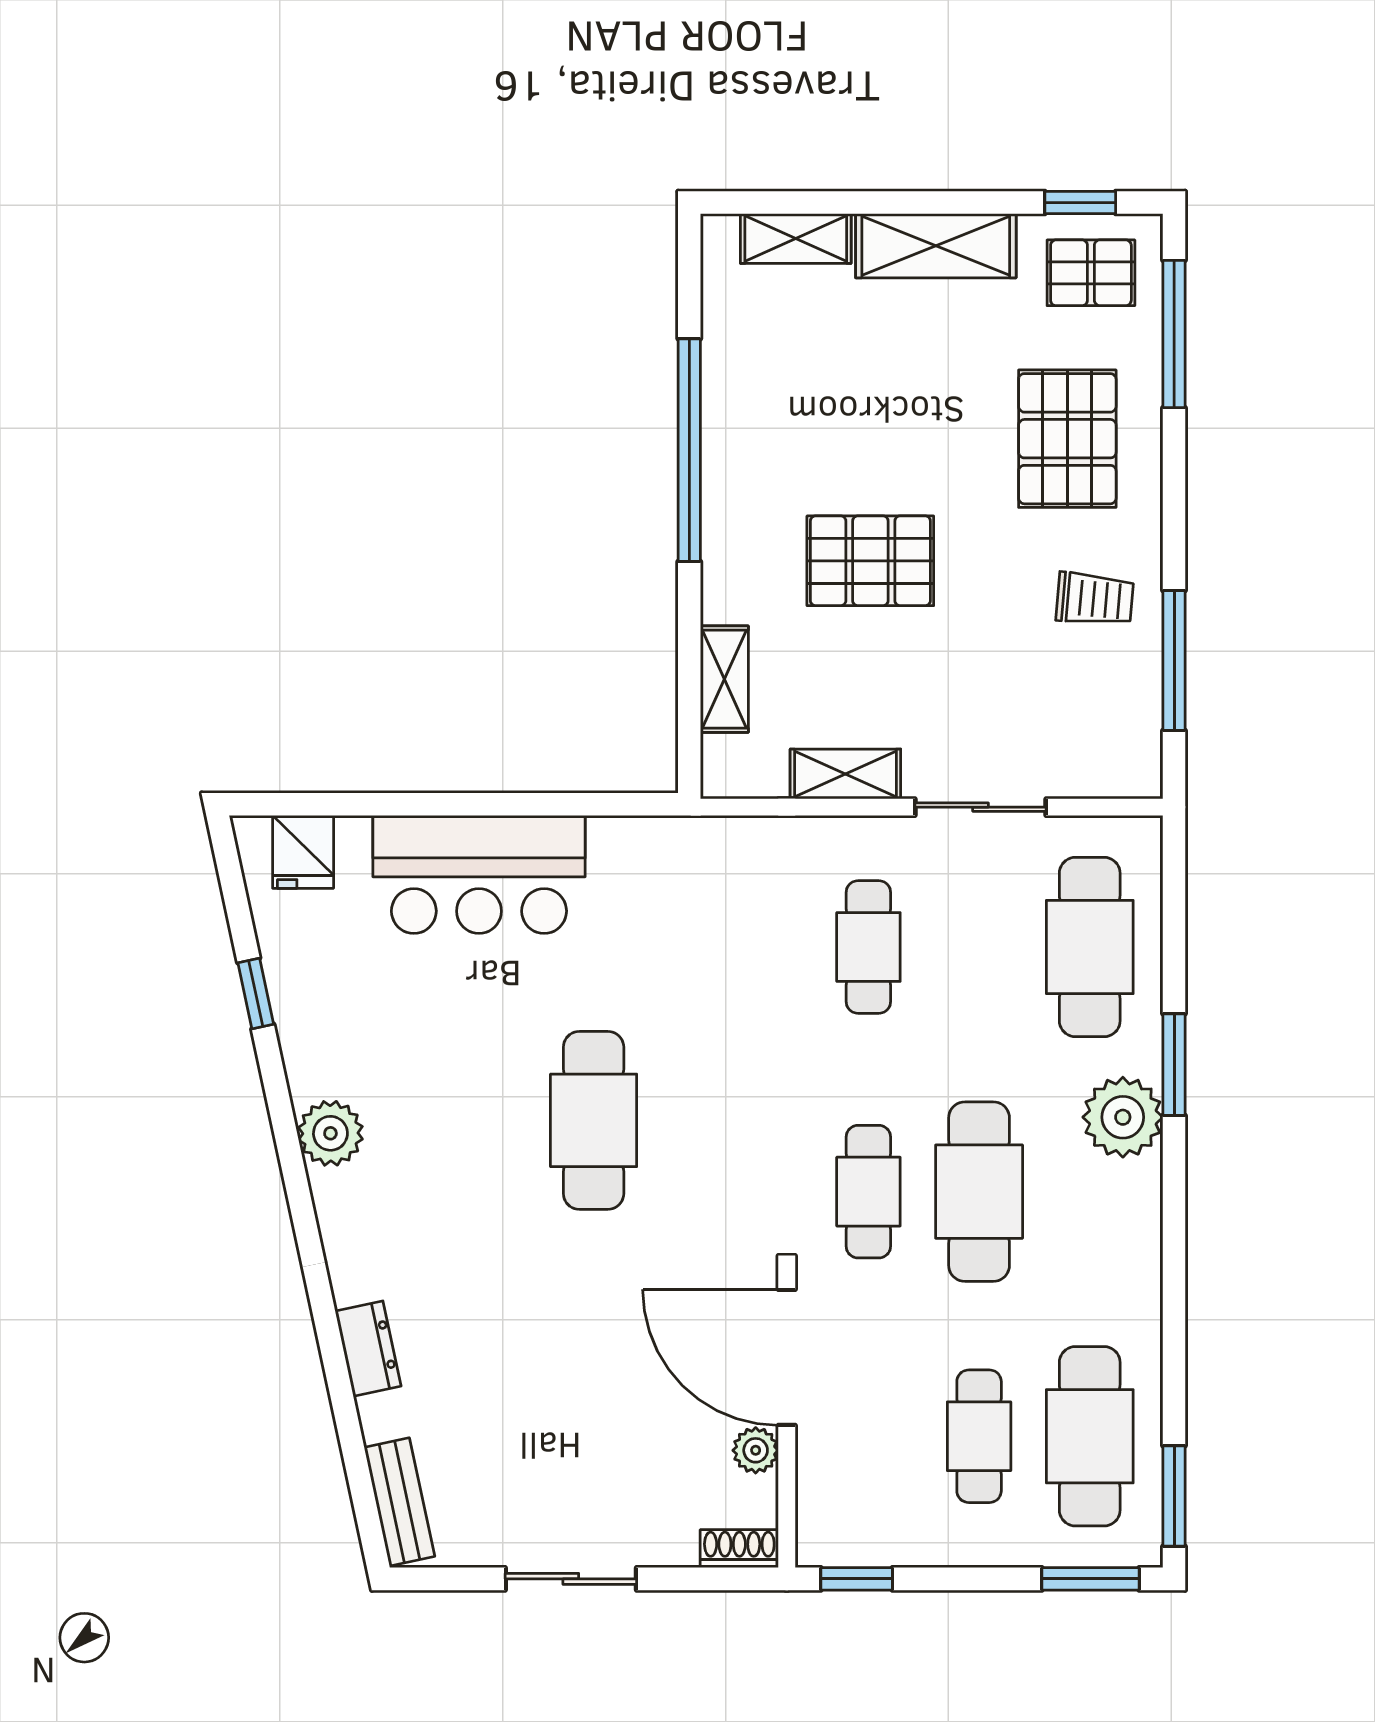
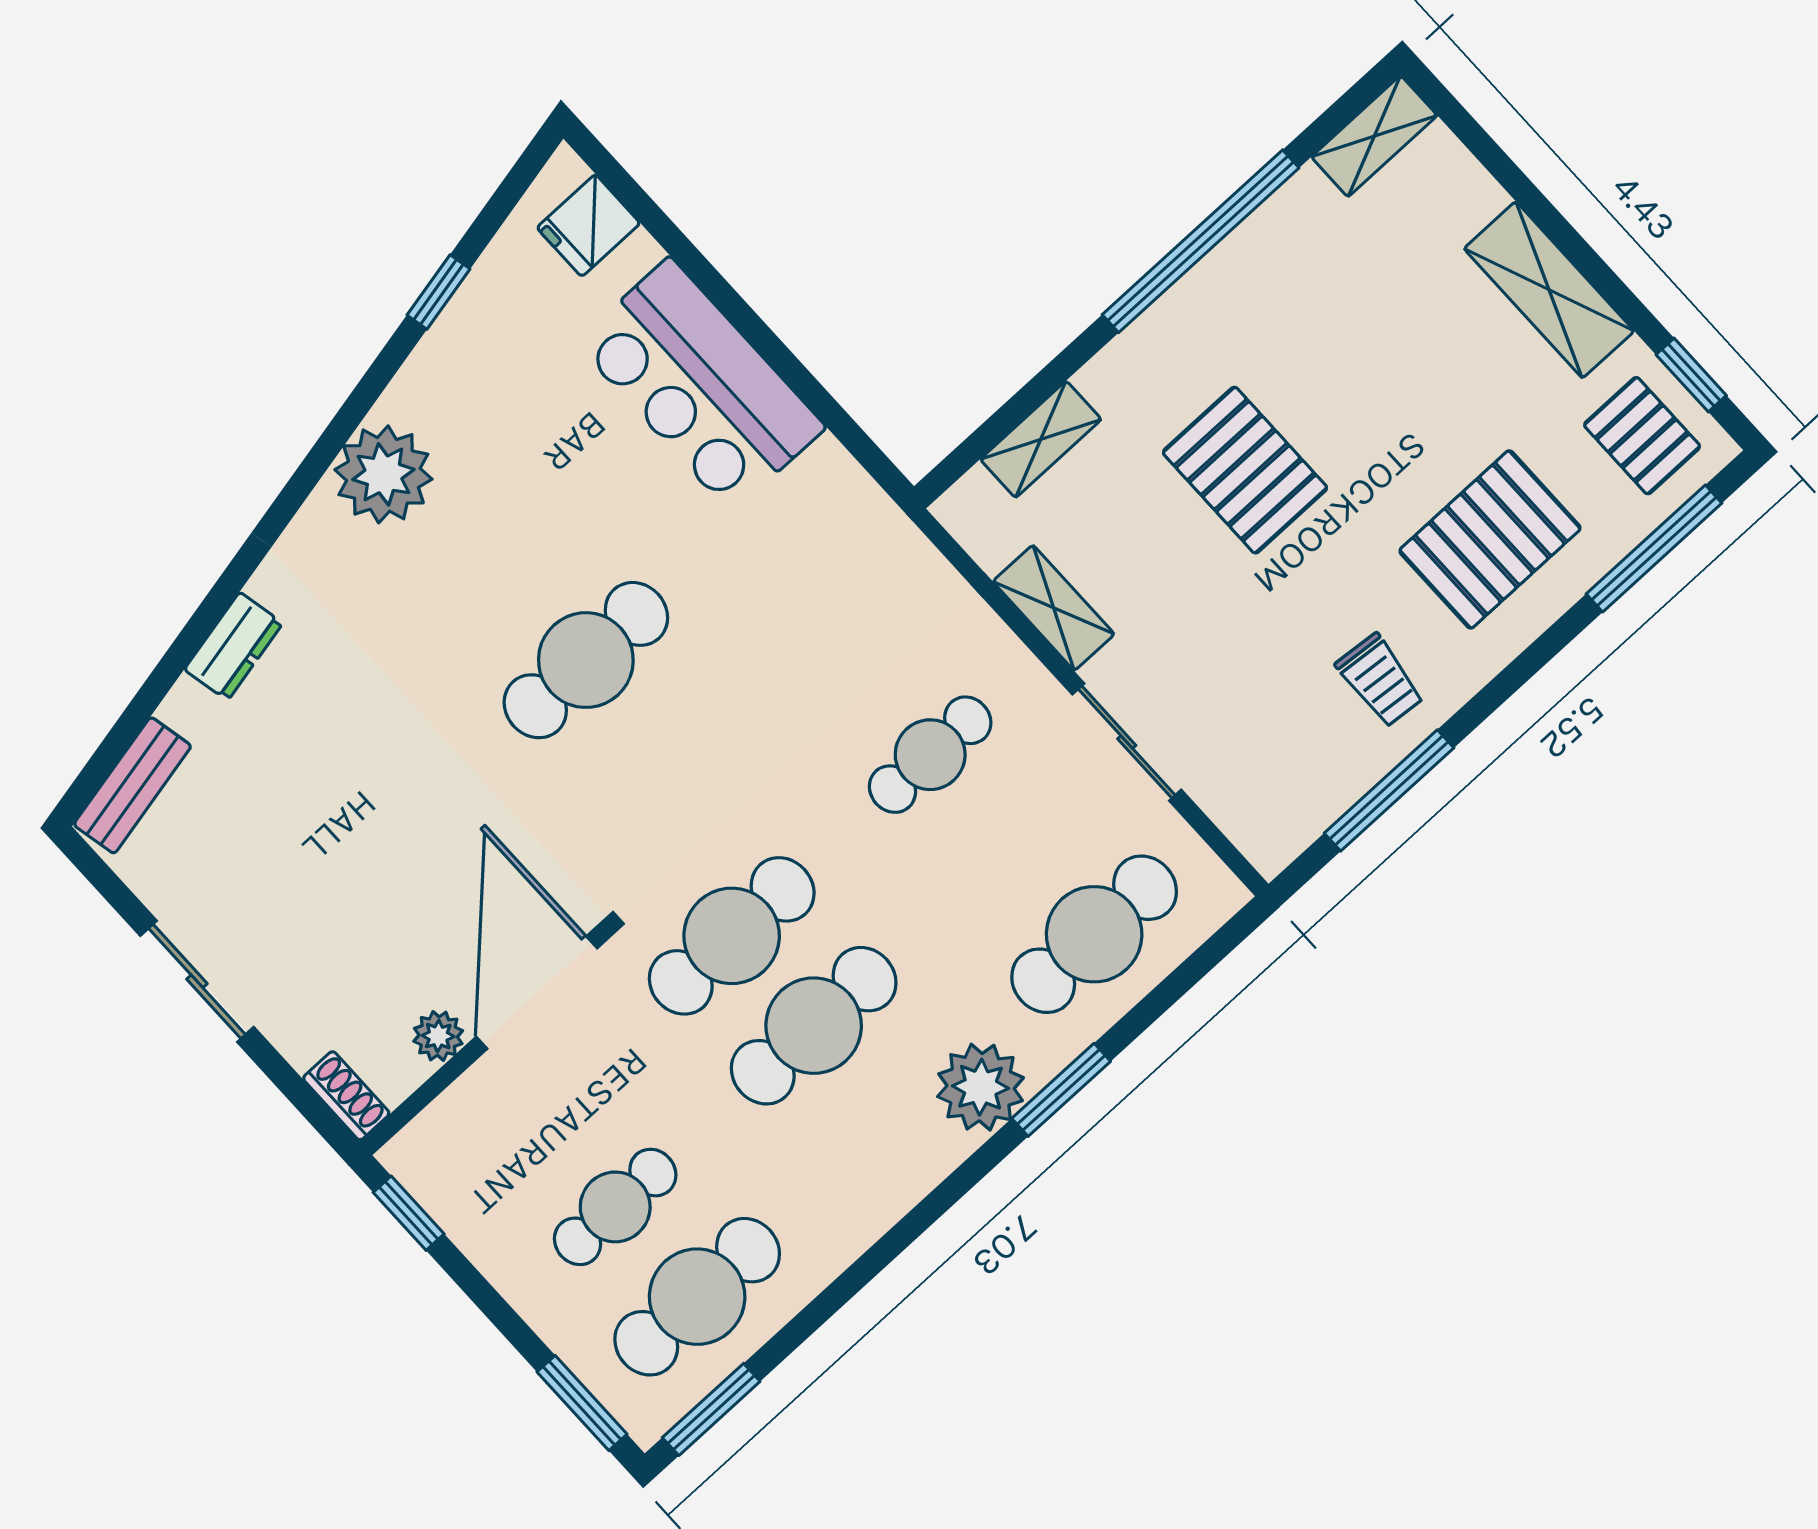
shelving: (796, 239) -> (1374, 136), moved, turned 90
plant: (330, 1133) -> (383, 474), width x1.36, depth x1.36
cafe table: (868, 1192) -> (732, 936), width x1.37, depth x1.35

